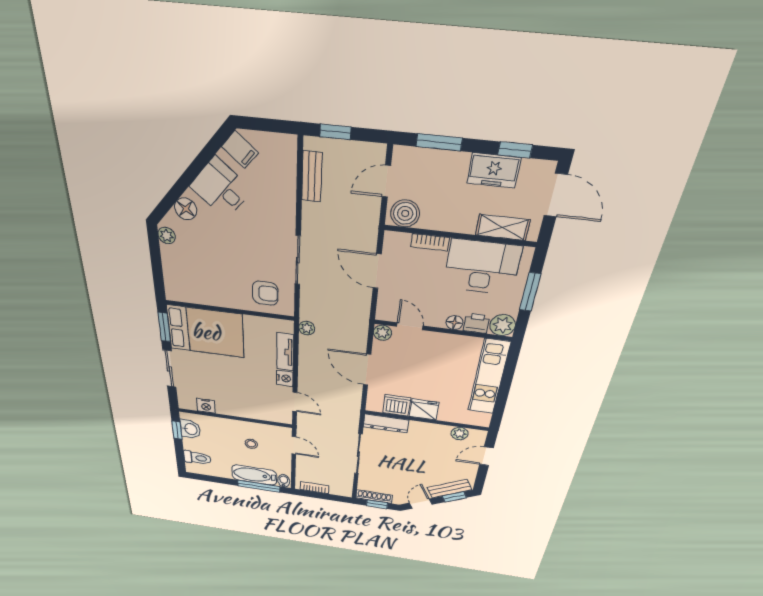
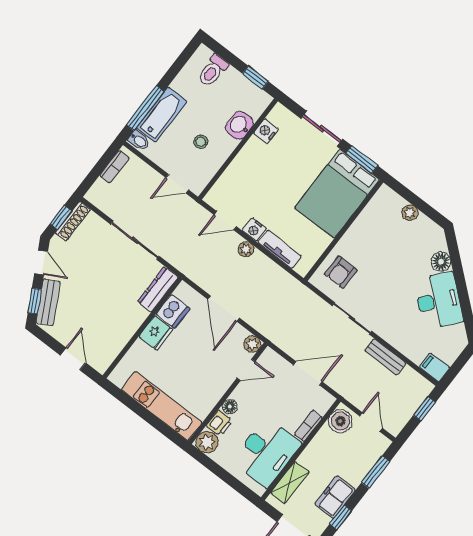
filing cabinet: (240, 150) -> (435, 367), moved, turned 50
bench: (312, 177) -> (385, 357), moved
desk: (221, 188) -> (438, 301), width x1.37
plant: (167, 236) -> (410, 213), moved
window: (530, 292) -> (226, 476), removed
plant: (307, 328) -> (246, 249), moved
door: (367, 370) -> (224, 309), swing flipped
washbasin: (190, 429) -> (240, 125), moved, turned 90
plant: (460, 434) -> (112, 349), removed

